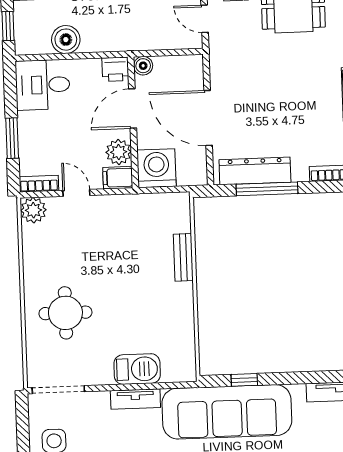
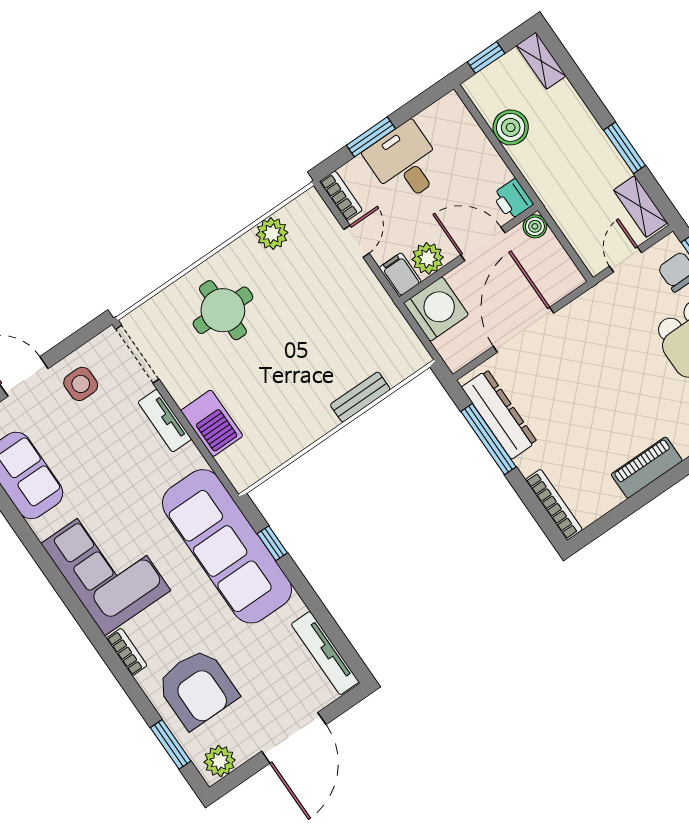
desk: (43, 85) -> (405, 163), moved
plant: (33, 210) -> (272, 234), moved
tv unit: (135, 399) -> (165, 421), moved

